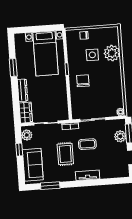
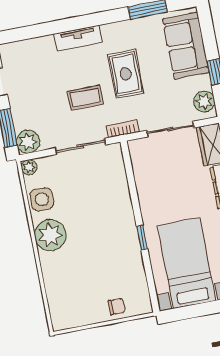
plant: (112, 53) -> (50, 235), moved
side table: (92, 55) -> (42, 199), moved
chair: (83, 81) -> (109, 219), removed
plant: (120, 136) -> (28, 142), moved

